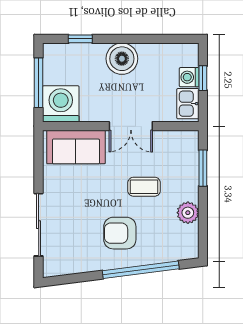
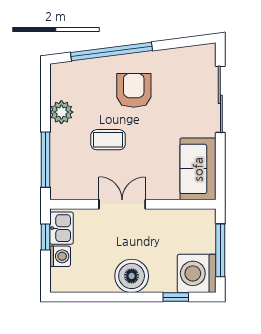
window: (203, 78) -> (45, 237), moved
washing machine: (61, 104) -> (197, 273), moved, turned 90
sofa: (76, 147) -> (198, 169), moved, turned -90
window: (203, 168) -> (45, 160), width x1.44
armchair: (120, 233) -> (134, 90), turned -90

